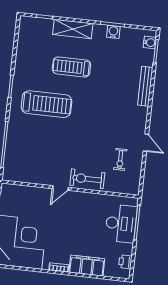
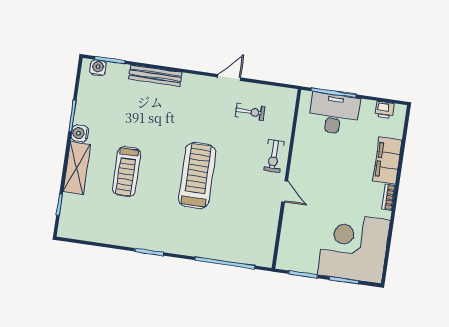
water cooler: (113, 32) -> (80, 133), moved
treadmill: (47, 104) -> (197, 176), moved
exercise bike: (87, 179) -> (274, 156), width x0.73, depth x0.72

